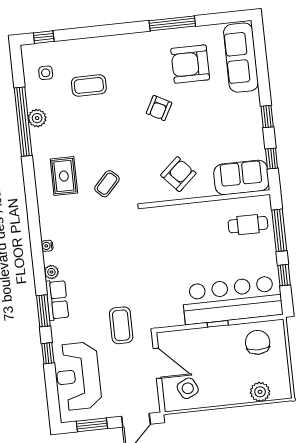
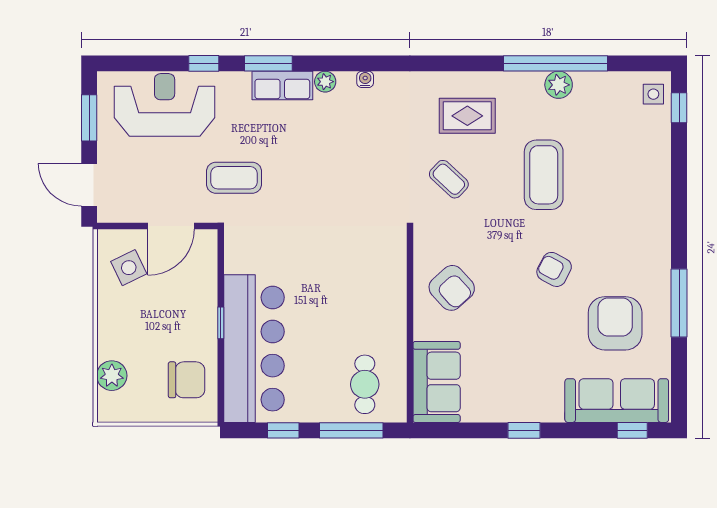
side table: (46, 73) -> (653, 94), moved
coffee table: (89, 85) -> (544, 175), moved, width x1.36, depth x1.32
window: (272, 158) -> (632, 430), moved

